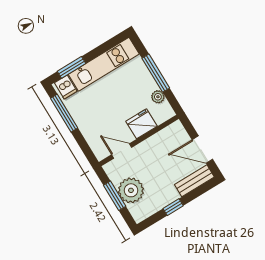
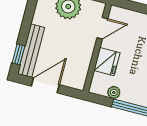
bench: (194, 181) -> (31, 51), width x1.36
window: (173, 207) -> (18, 54), moved

